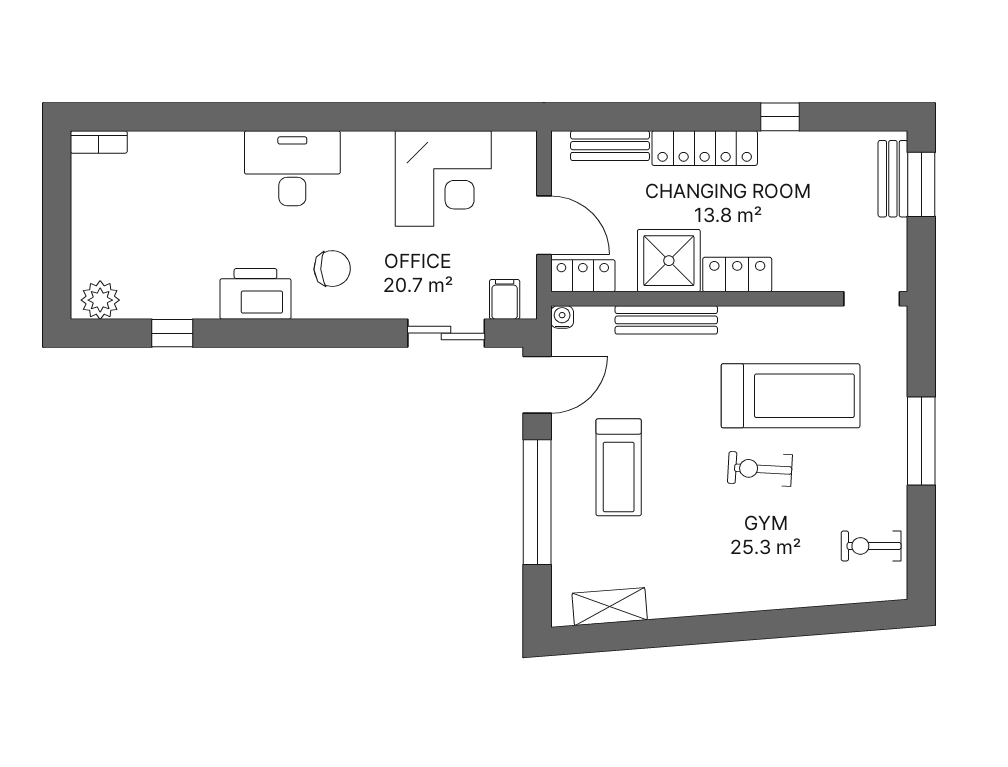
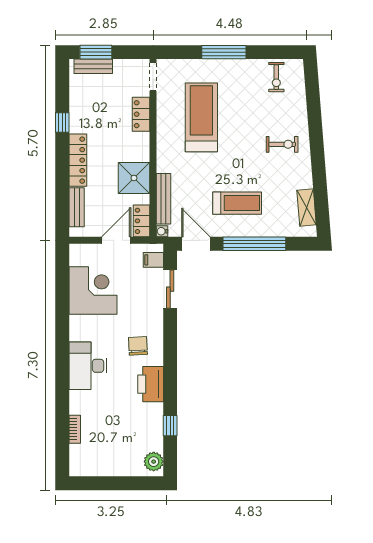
bookcase: (99, 142) -> (75, 429), moved
locker: (737, 275) -> (141, 114), moved
bench: (666, 320) -> (164, 199), moved
exercise bike: (760, 469) -> (282, 144), moved, turned -93

